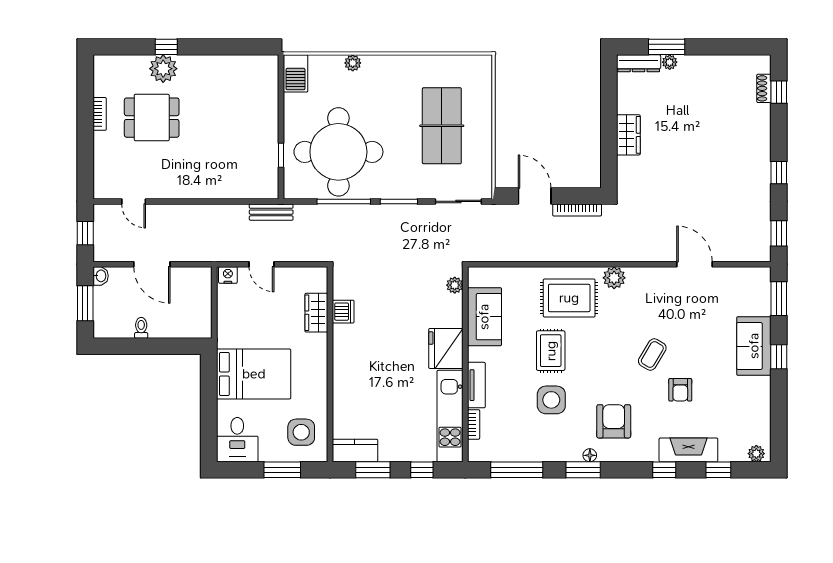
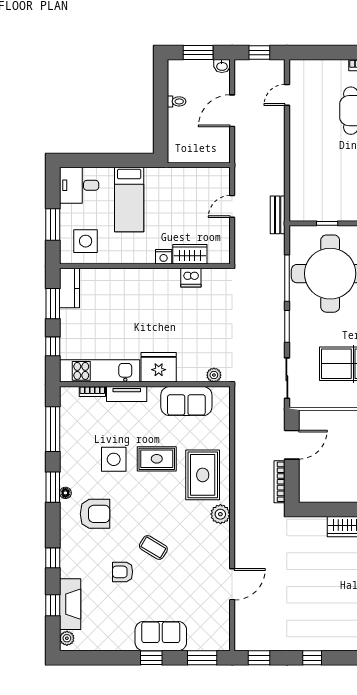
nightstand: (228, 275) -> (164, 257), moved, turned 90
bed: (254, 374) -> (129, 200), width x0.67
fireplace: (688, 450) -> (70, 604), moved

